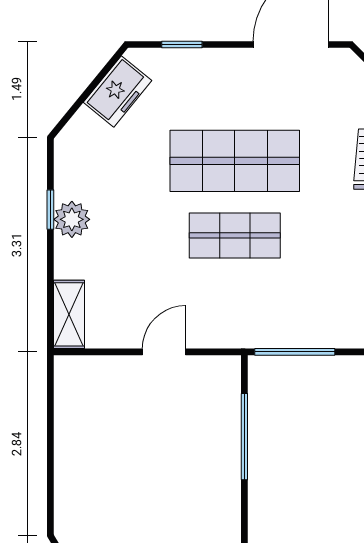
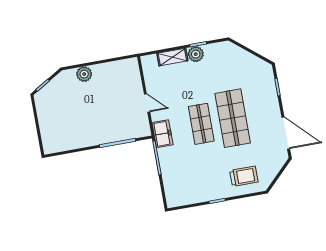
freezer: (118, 91) -> (162, 134), moved, turned -129
shelving: (69, 314) -> (172, 57), moved
plant: (71, 485) -> (84, 74), added

